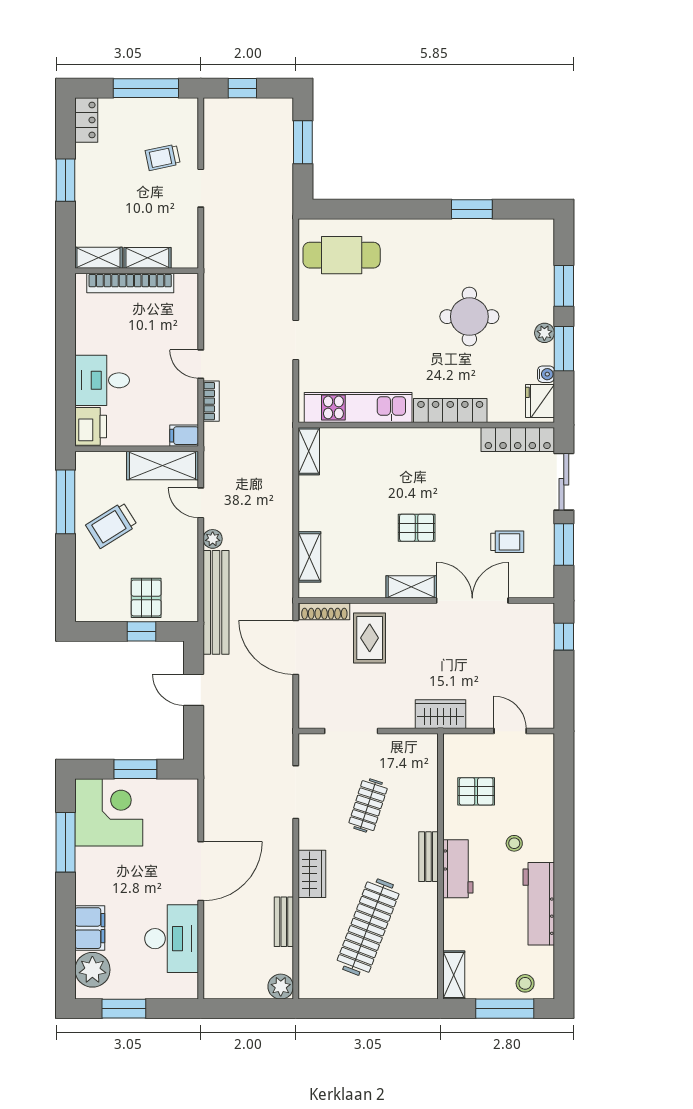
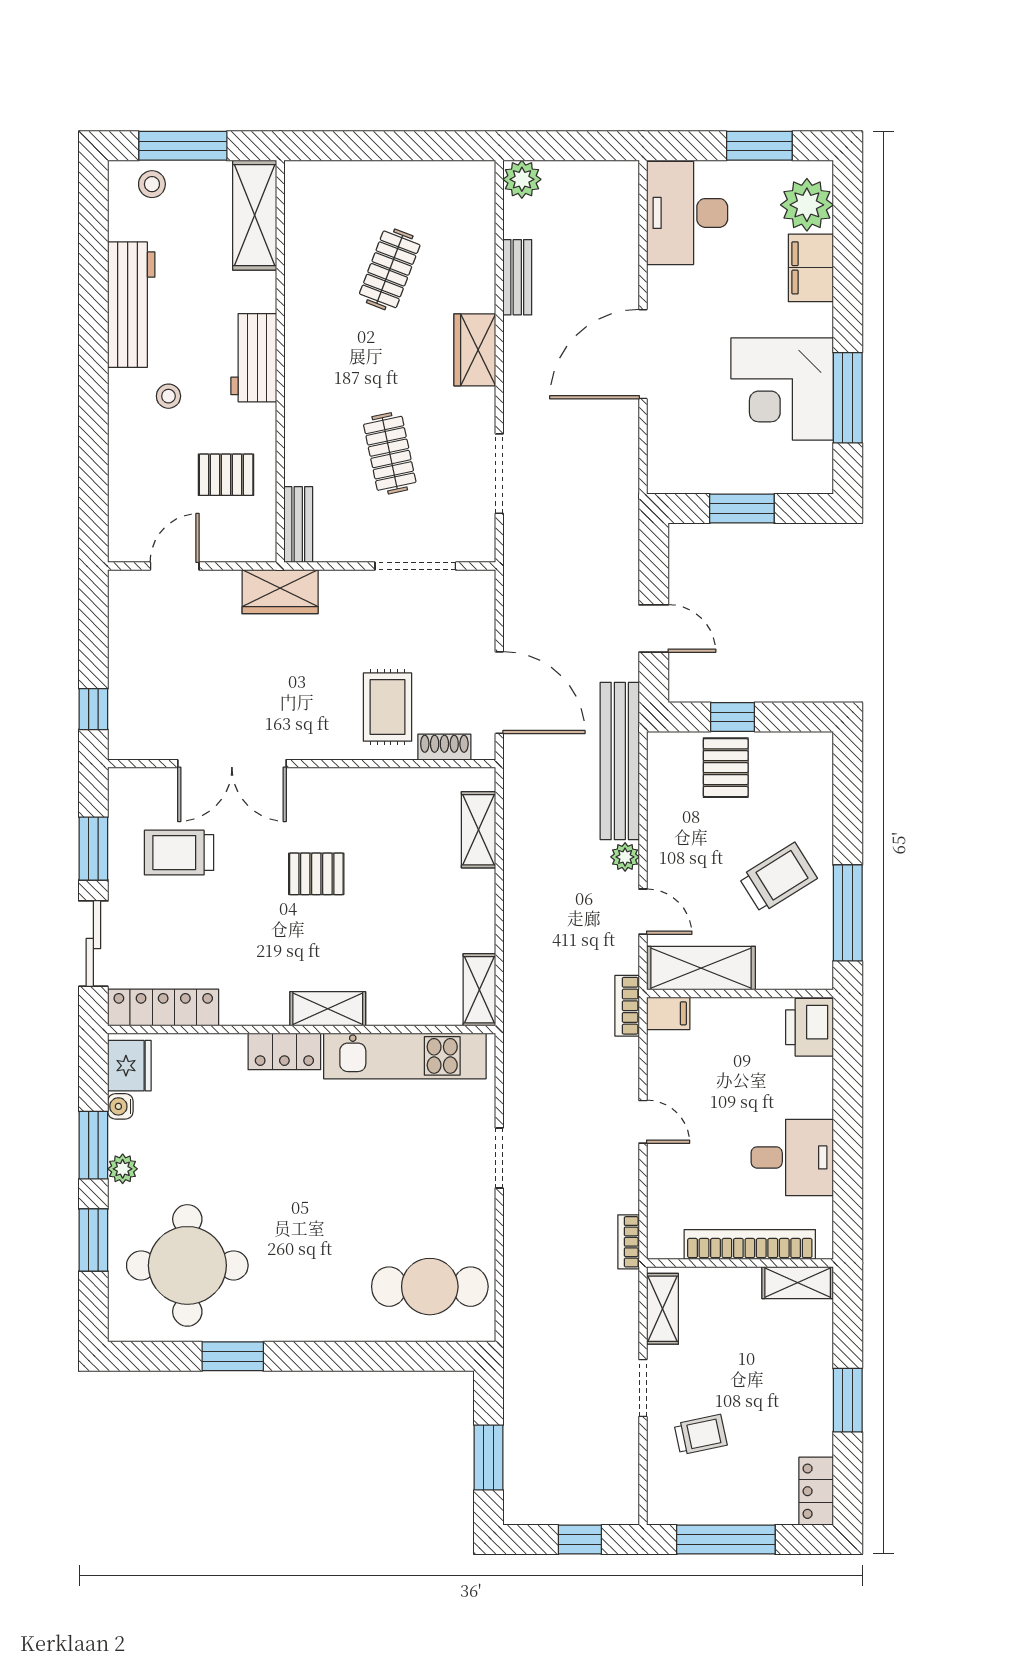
shelving: (147, 258) -> (662, 1309), moved, turned 90
bookcase: (210, 285) -> (629, 1242), added
round table: (469, 317) -> (187, 1265), moved, width x1.36, depth x1.36
desk: (102, 380) -> (792, 1157), moved
bookcase: (211, 401) -> (627, 1006), moved
locker: (450, 410) -> (284, 1051), width x0.66
trolley: (507, 542) -> (179, 853), width x1.36, depth x1.39
shelving: (411, 587) -> (328, 1009), moved
shoe rack: (324, 611) -> (444, 747), width x0.70
door: (510, 731) -> (175, 566), swing flipped
clothes rail: (368, 806) -> (390, 453), turned -30
corner desk: (109, 812) -> (782, 389), moved
bench: (428, 857) -> (298, 525), moved
clothes rail: (368, 927) -> (390, 269), width x0.54, depth x0.76
desk: (172, 939) -> (687, 213), moved
shelving: (454, 975) -> (255, 215), width x1.50, depth x1.33

